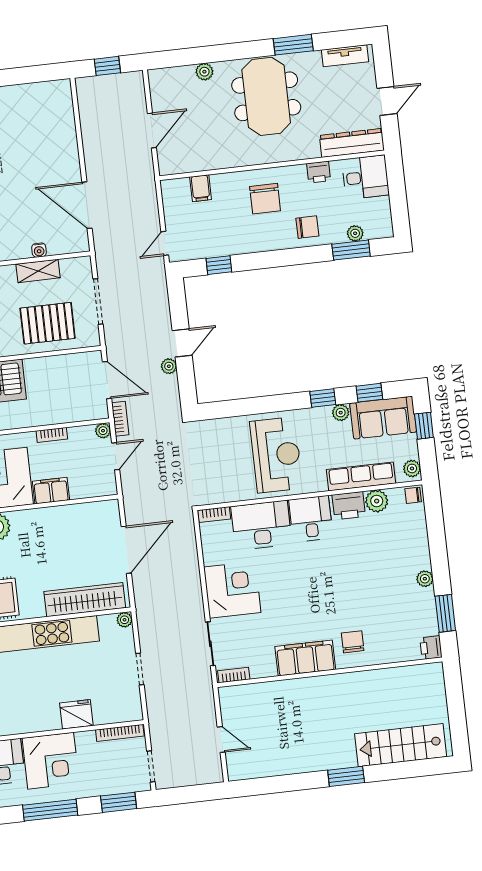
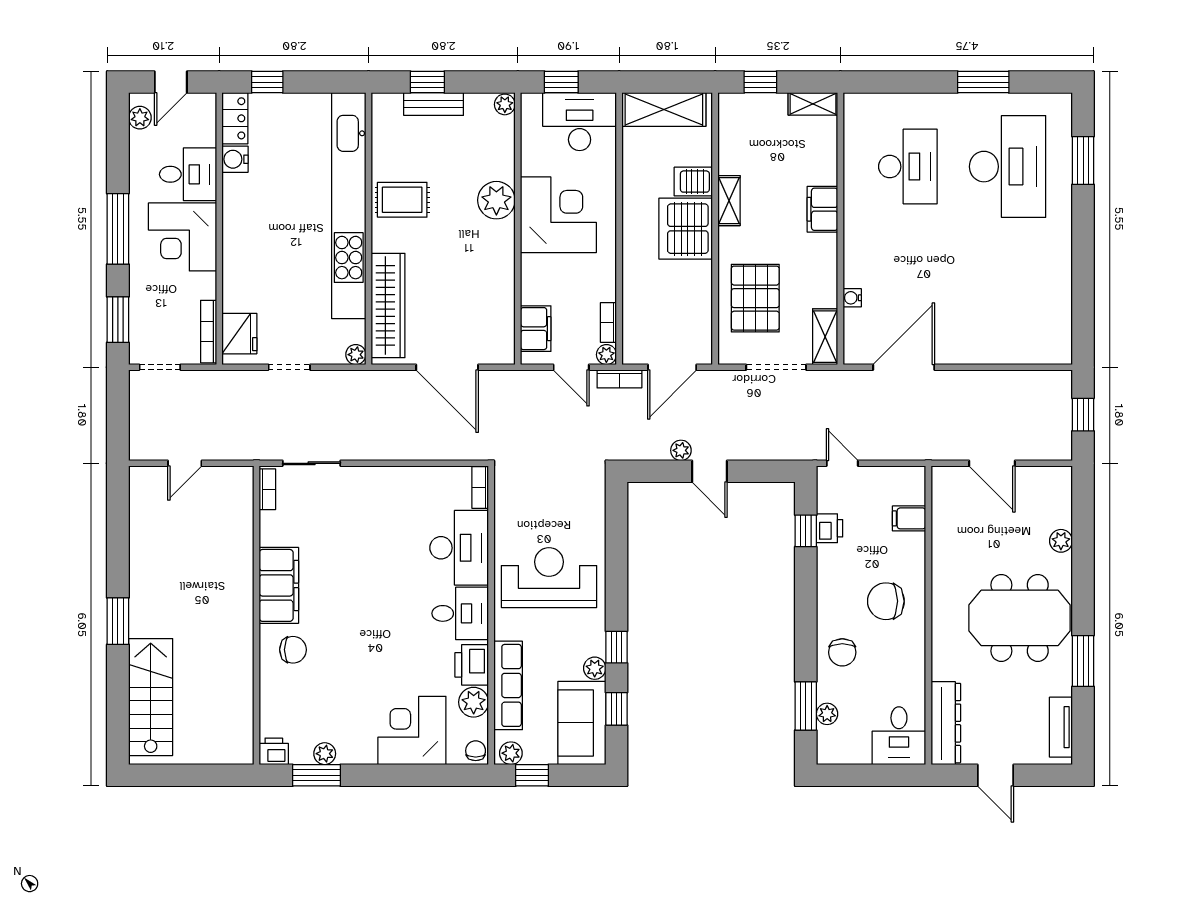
printer: (319, 172) -> (830, 528), moved, turned 180
shelving: (38, 271) -> (825, 337), moved
window: (424, 426) -> (532, 775), moved
bookcase: (52, 435) -> (608, 322), moved
reception desk: (276, 455) -> (549, 578), turned 180
filing cabinet: (51, 491) -> (536, 329), moved
plant: (425, 579) -> (325, 754), moved
corner desk: (232, 590) -> (412, 730), moved, turned 180
fridge: (76, 714) -> (239, 334), moved

